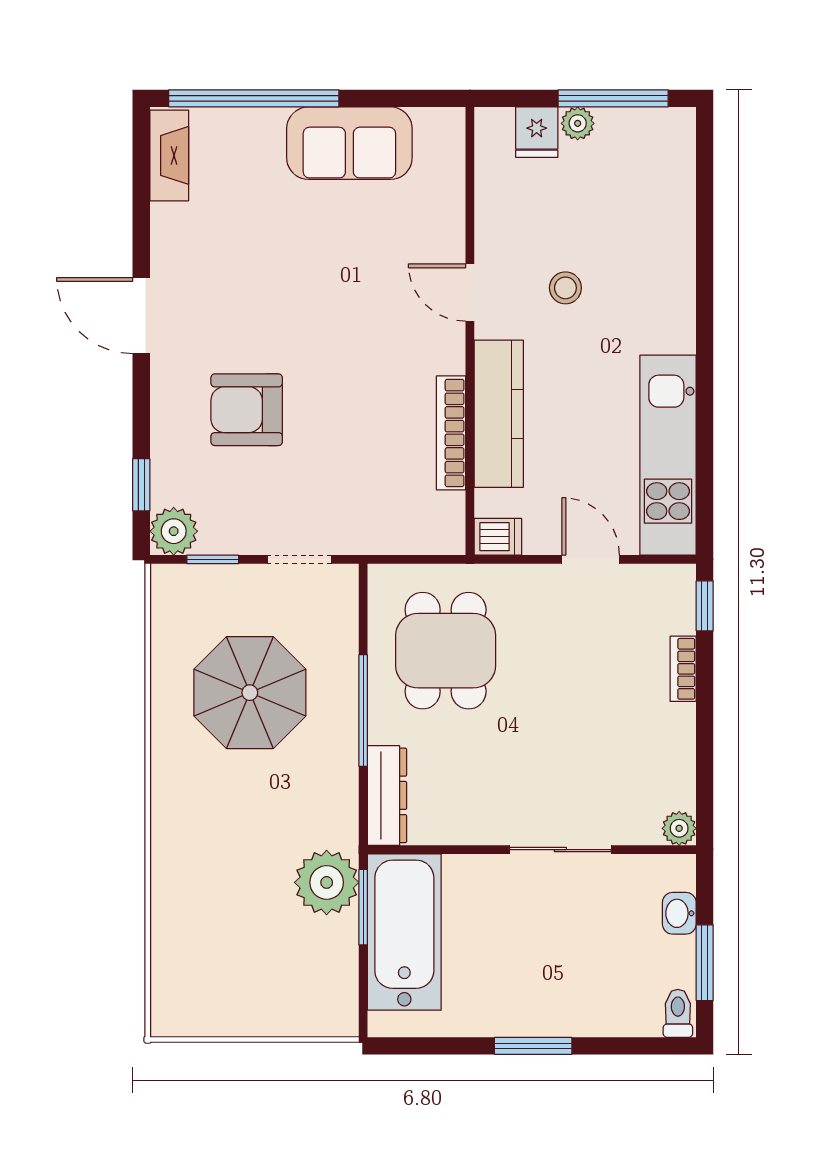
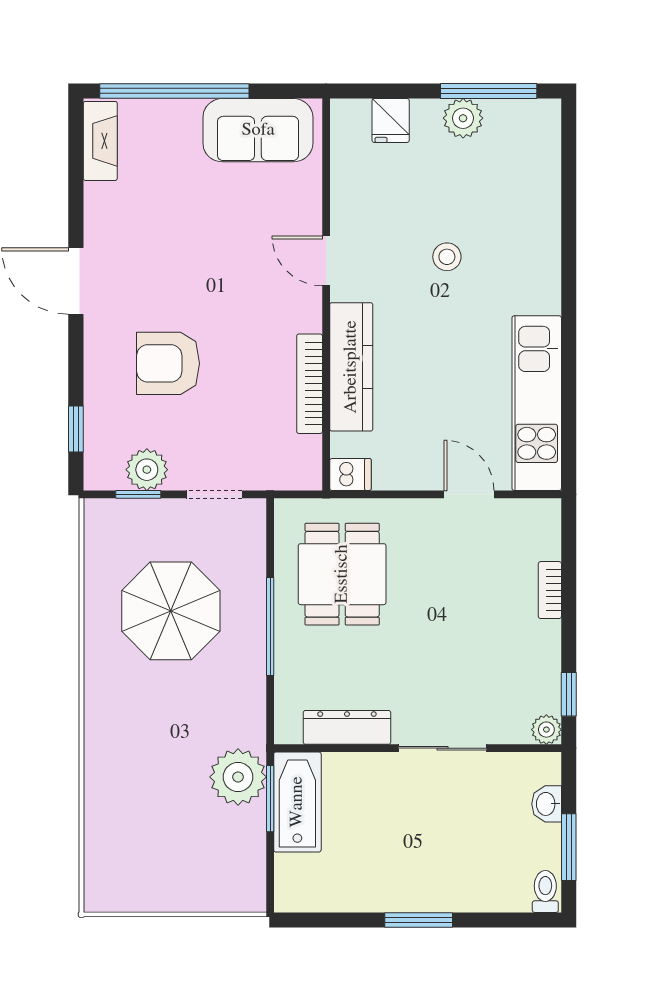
plant: (578, 123) -> (463, 118), width x1.38, depth x1.38
fridge: (537, 132) -> (391, 120), moved
door: (470, 293) -> (326, 261), moved
wall: (470, 331) -> (326, 294), moved
kitchen counter: (499, 414) -> (351, 367), moved
bookcase: (451, 433) -> (310, 384), moved
plant: (174, 531) -> (147, 470), moved
dishwasher: (498, 537) -> (350, 474), moved
window: (705, 606) -> (569, 694), moved
dresser: (387, 795) -> (347, 727), moved, turned -90
bathtub: (404, 932) -> (297, 802), width x0.73, depth x0.73

